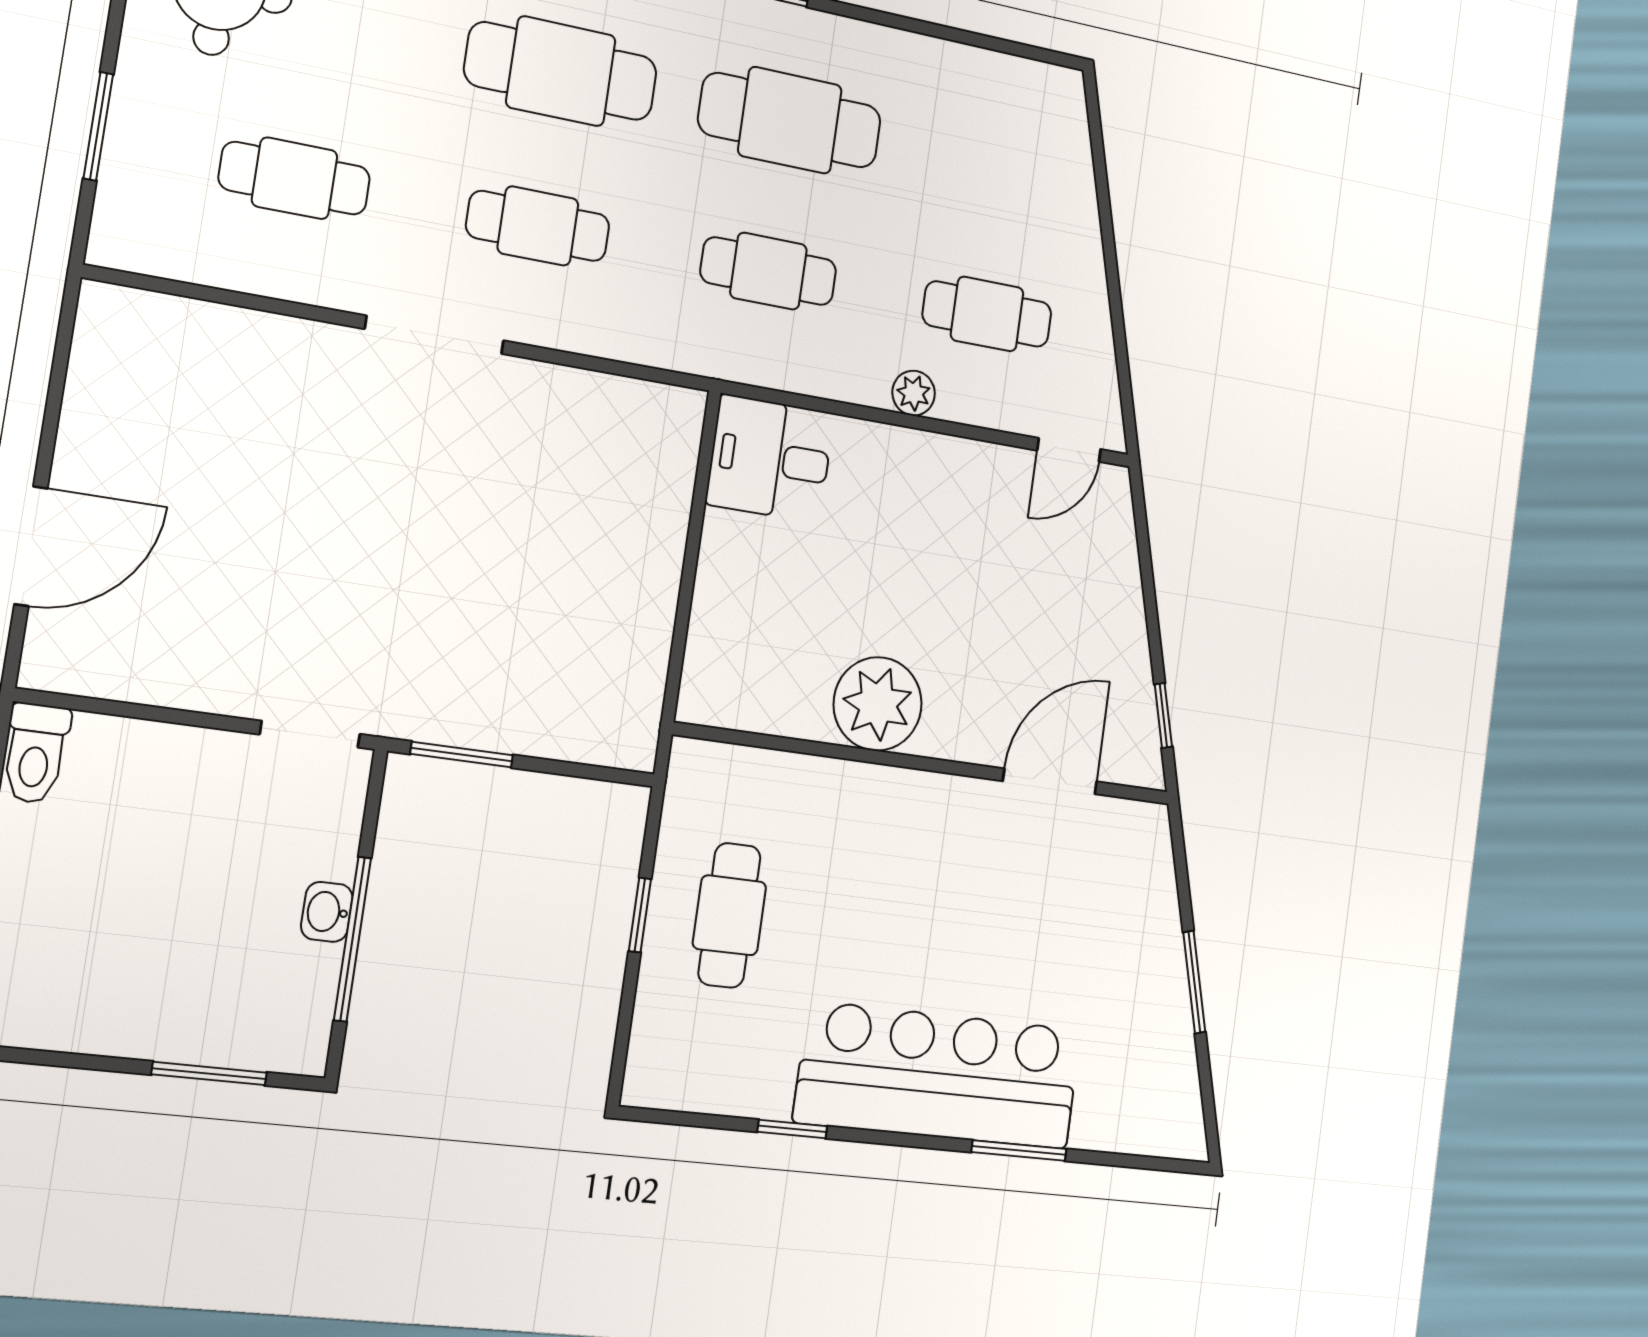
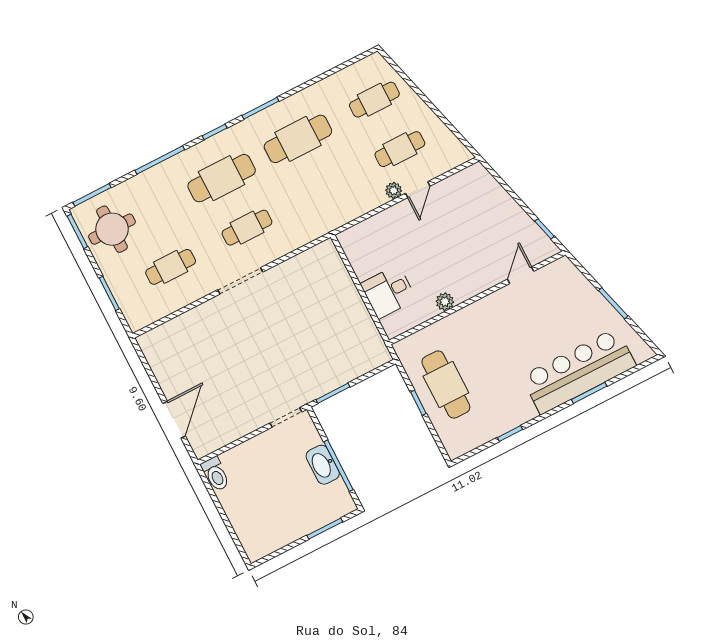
cafe table: (768, 271) -> (374, 100), moved
door: (1069, 450) -> (418, 190), moved
desk: (770, 459) -> (388, 292), moved
plant: (878, 704) -> (445, 302), width x0.53, depth x0.53
door: (1050, 781) -> (521, 275), width x0.73
washbasin: (327, 912) -> (323, 465), width x1.91, depth x1.45
cafe table: (729, 915) -> (446, 385), width x1.37, depth x1.35
bar counter: (939, 1076) -> (579, 371), moved

